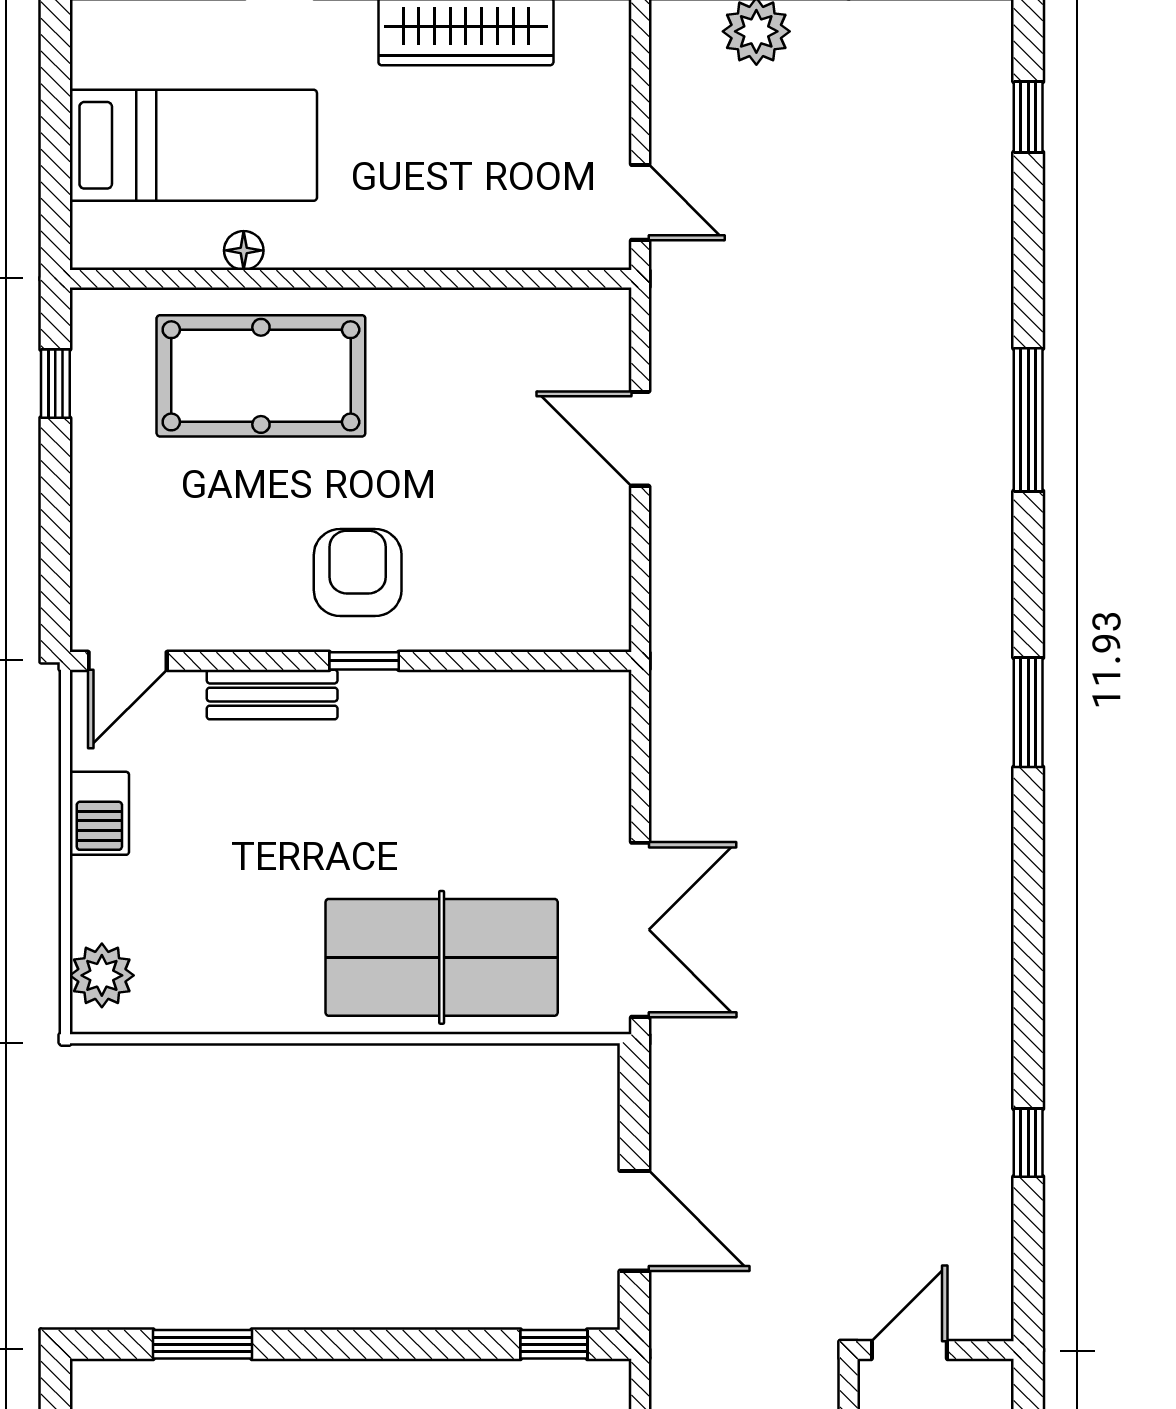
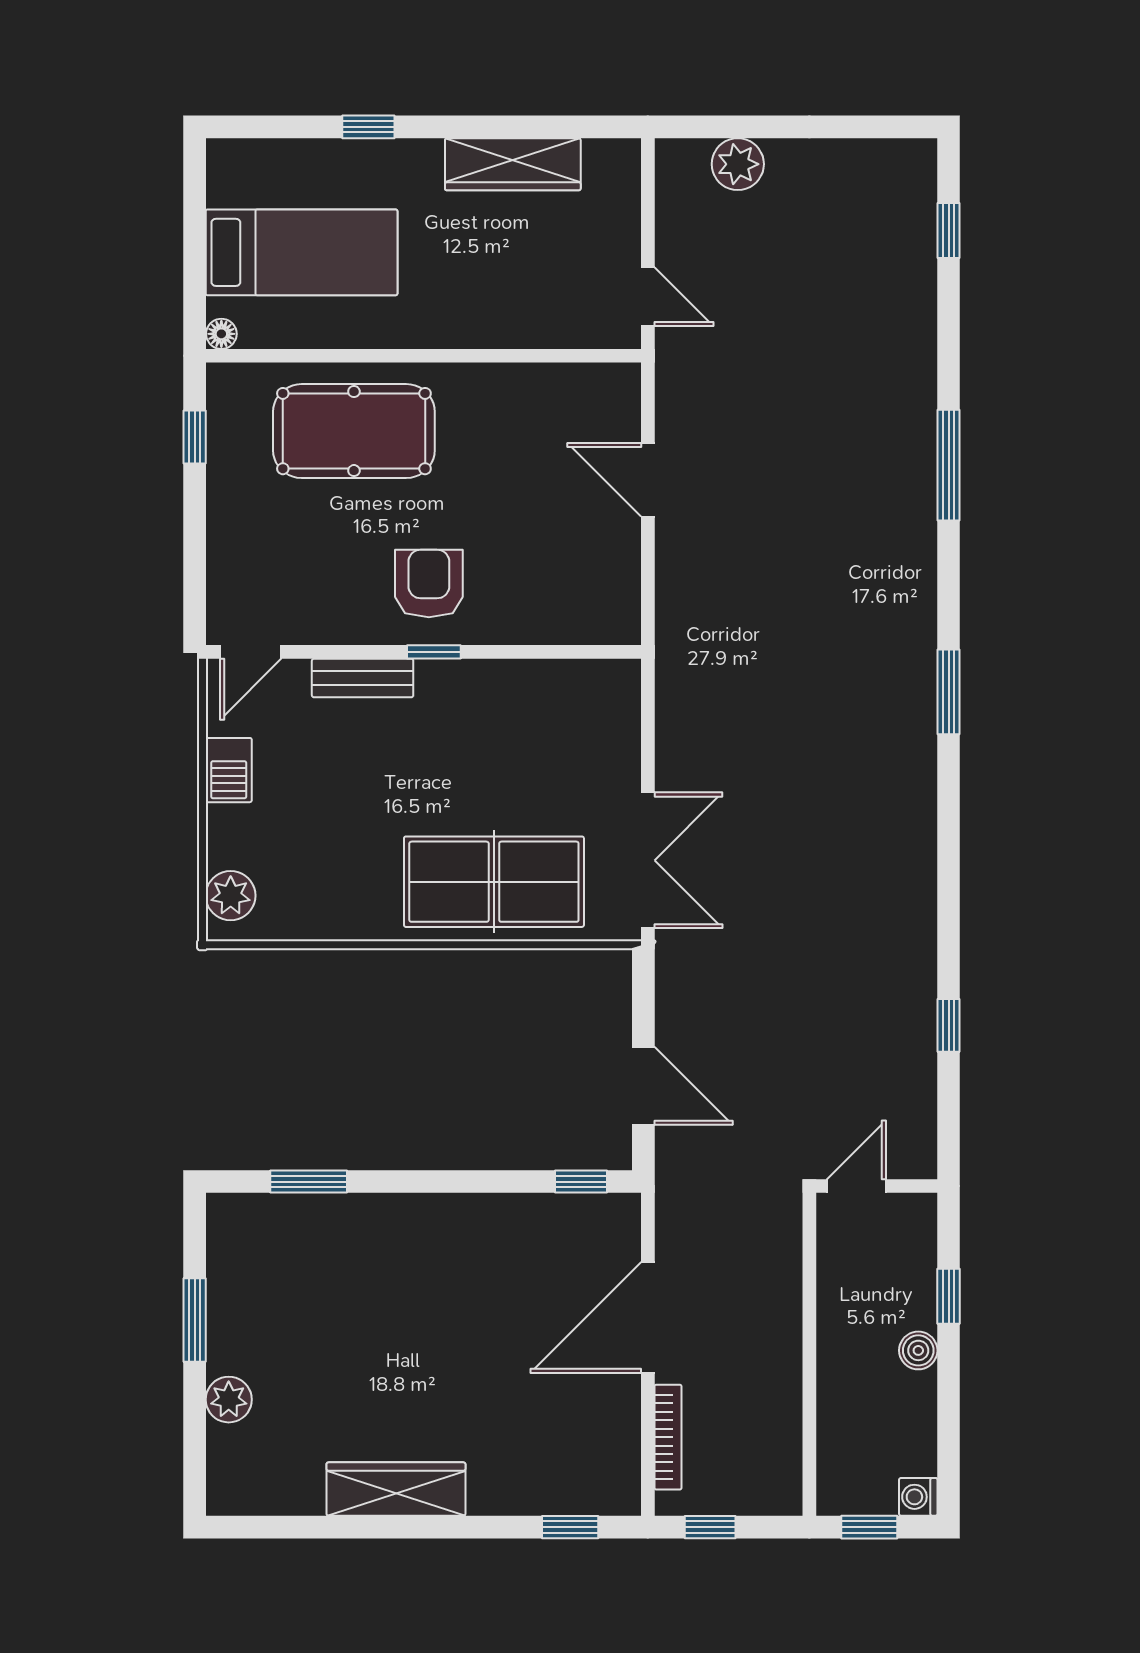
floor lamp: (244, 250) -> (221, 334), moved

